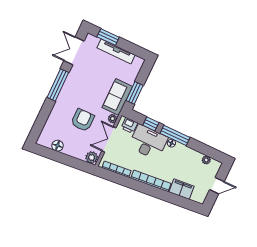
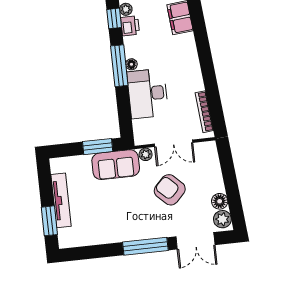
double door: (74, 51) -> (195, 241), moved
armchair: (83, 120) -> (170, 190), turned 44
window: (151, 124) -> (114, 18), moved
printer: (129, 125) -> (130, 26), moved
plant: (92, 157) -> (222, 219), moved
bookcase: (151, 181) -> (193, 61), removed

